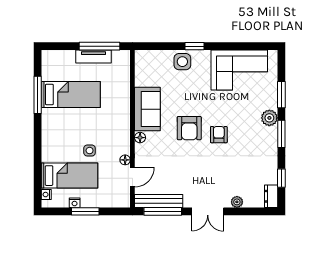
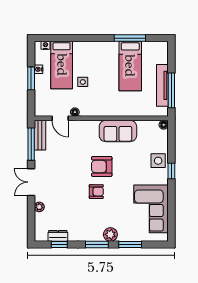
tv unit: (94, 57) -> (162, 85), width x1.41
floor lamp: (140, 138) -> (164, 125), moved
dresser: (271, 196) -> (58, 236), moved
bench: (159, 201) -> (40, 135), width x0.73

